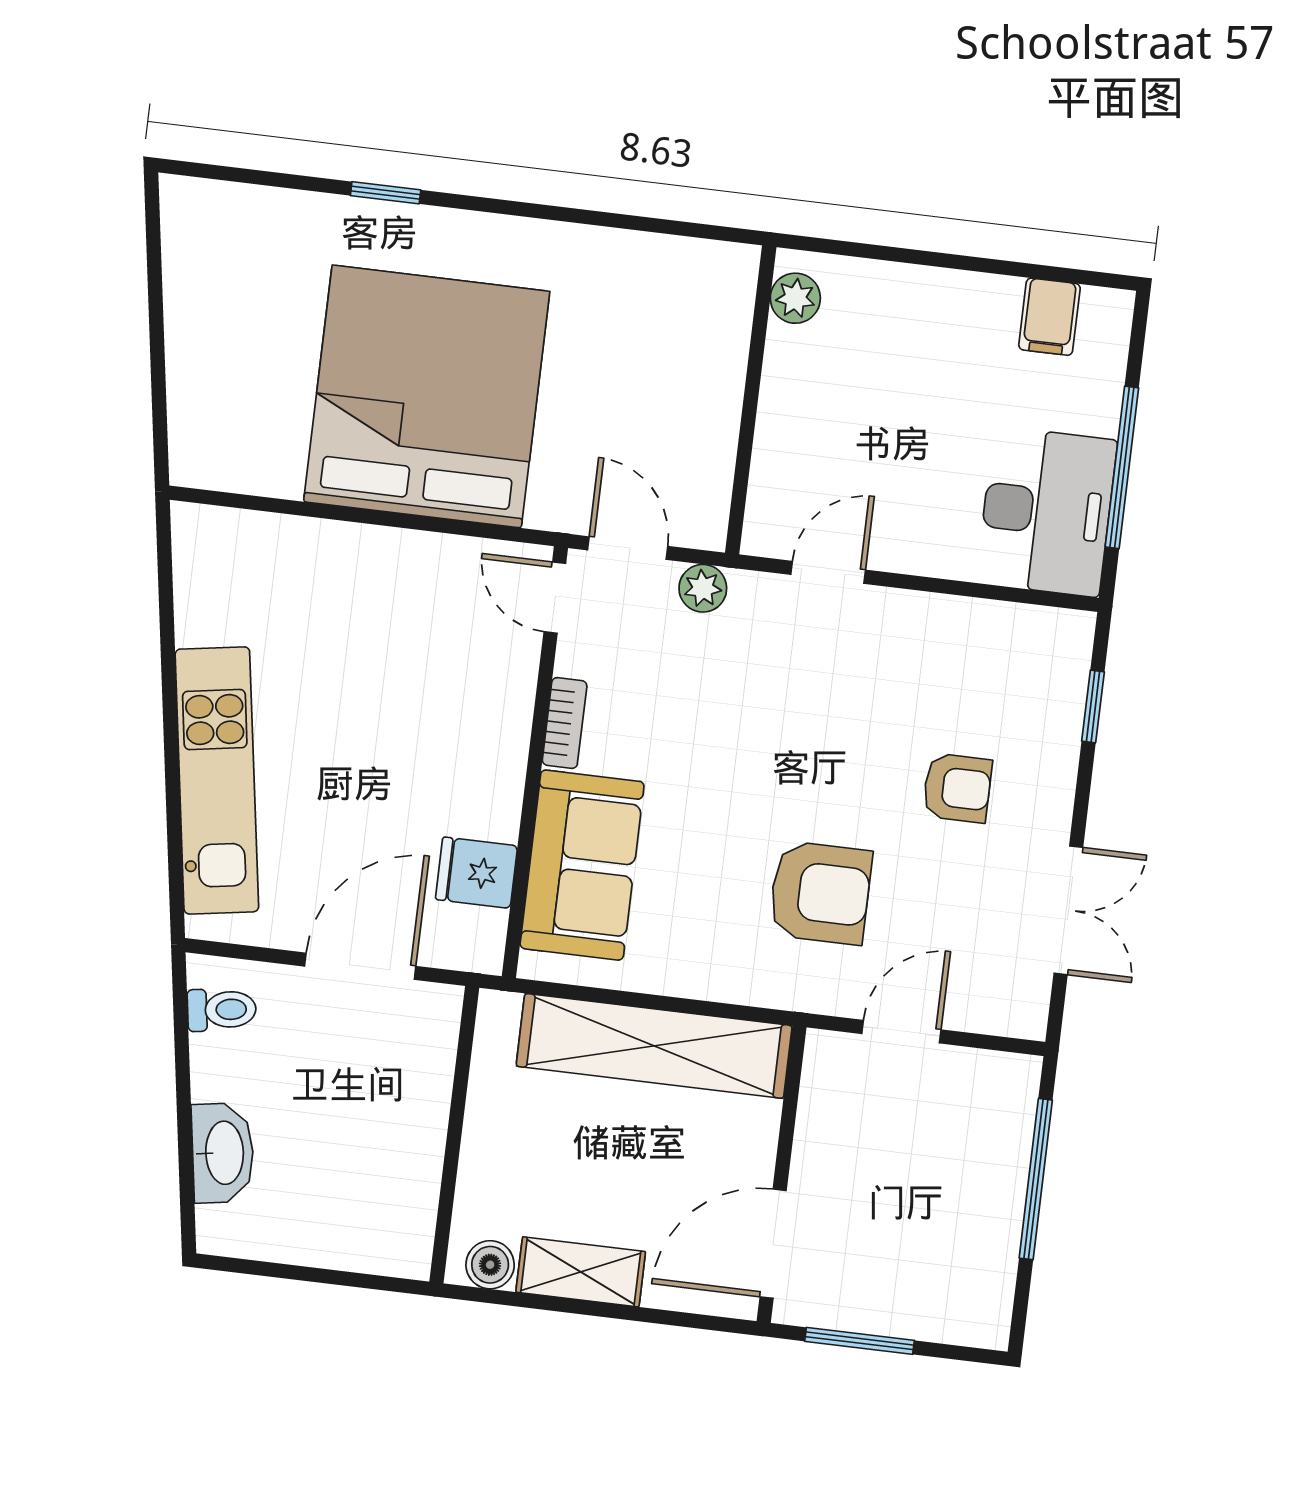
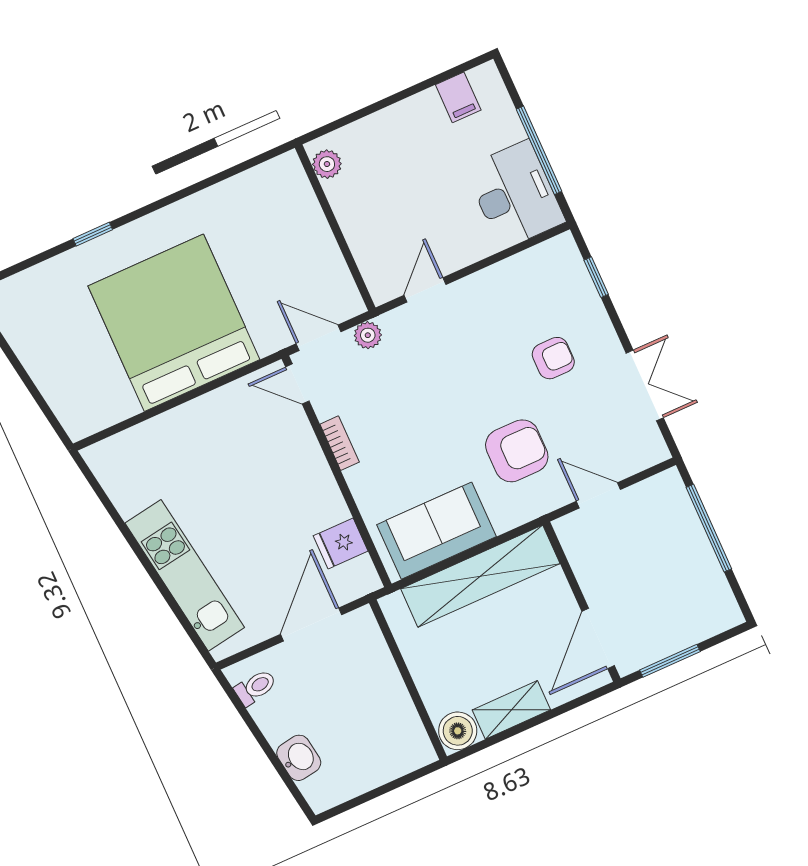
sofa: (582, 865) -> (437, 531), moved, turned -90
door: (901, 1032) -> (598, 495), hinge flipped
washbasin: (223, 1153) -> (299, 758), width x0.72
boiler: (490, 1265) -> (458, 731), width x1.36, depth x1.36

